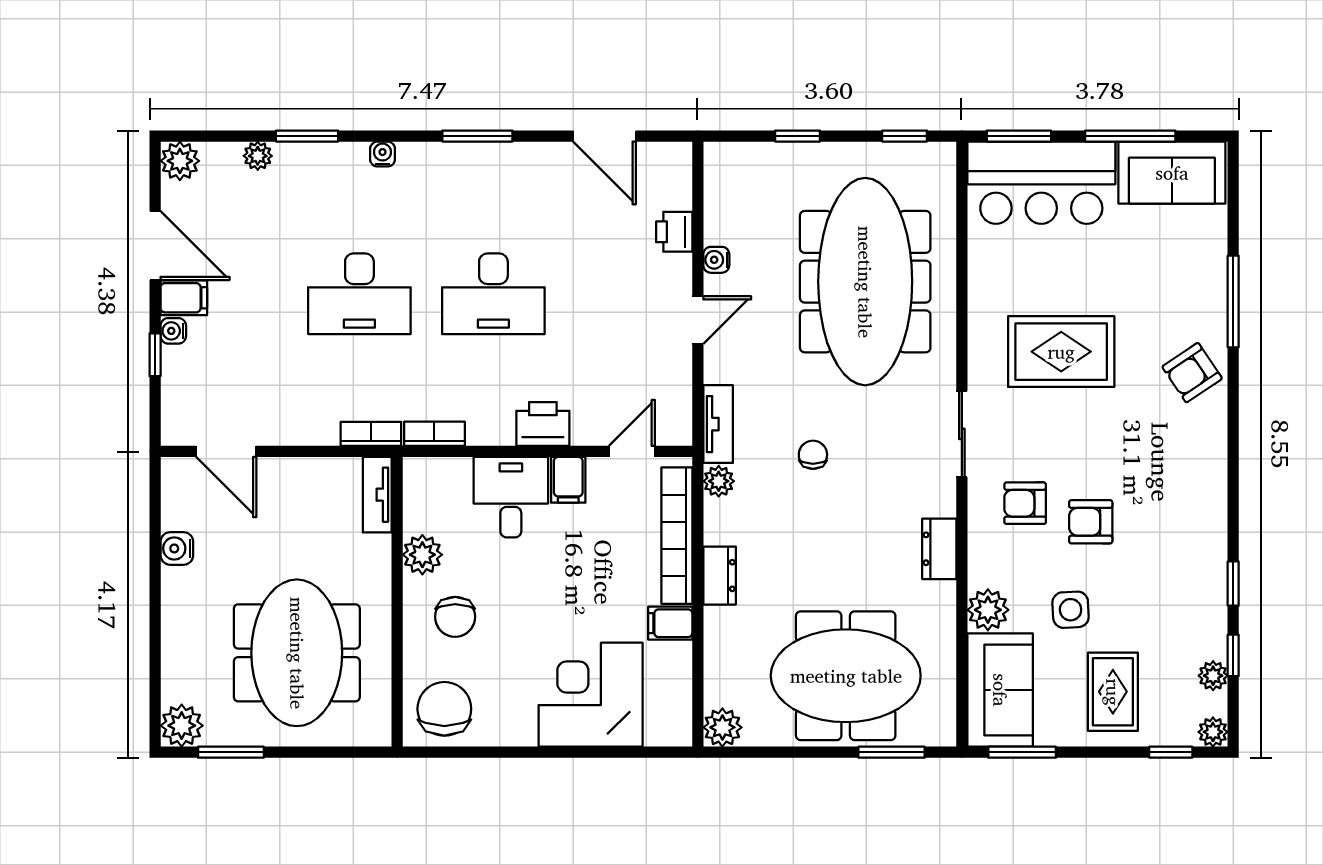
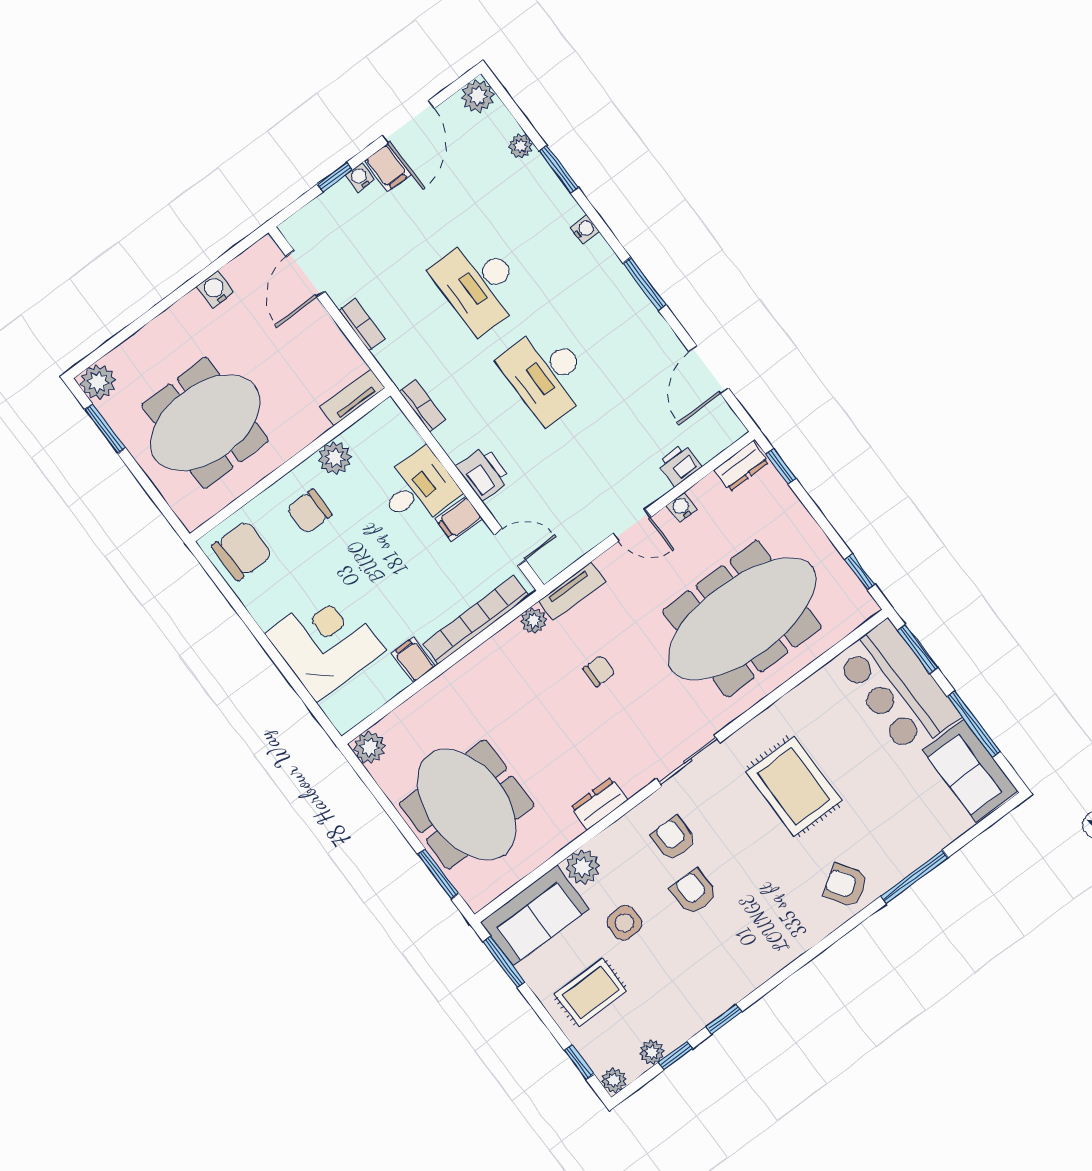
window: (798, 136) -> (781, 466), moved
bookcase: (371, 434) -> (362, 324), moved
dresser: (720, 576) -> (741, 466), moved

